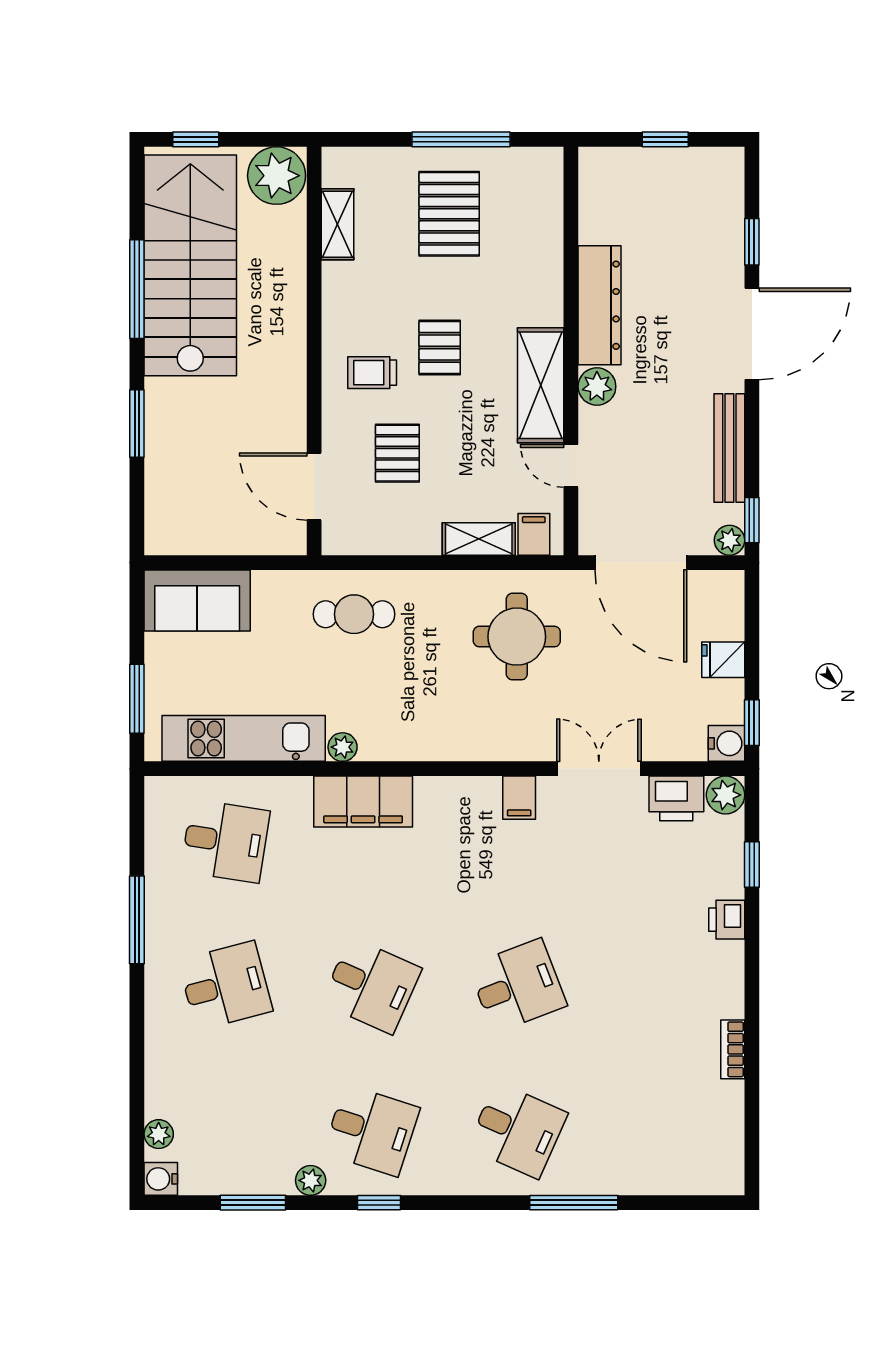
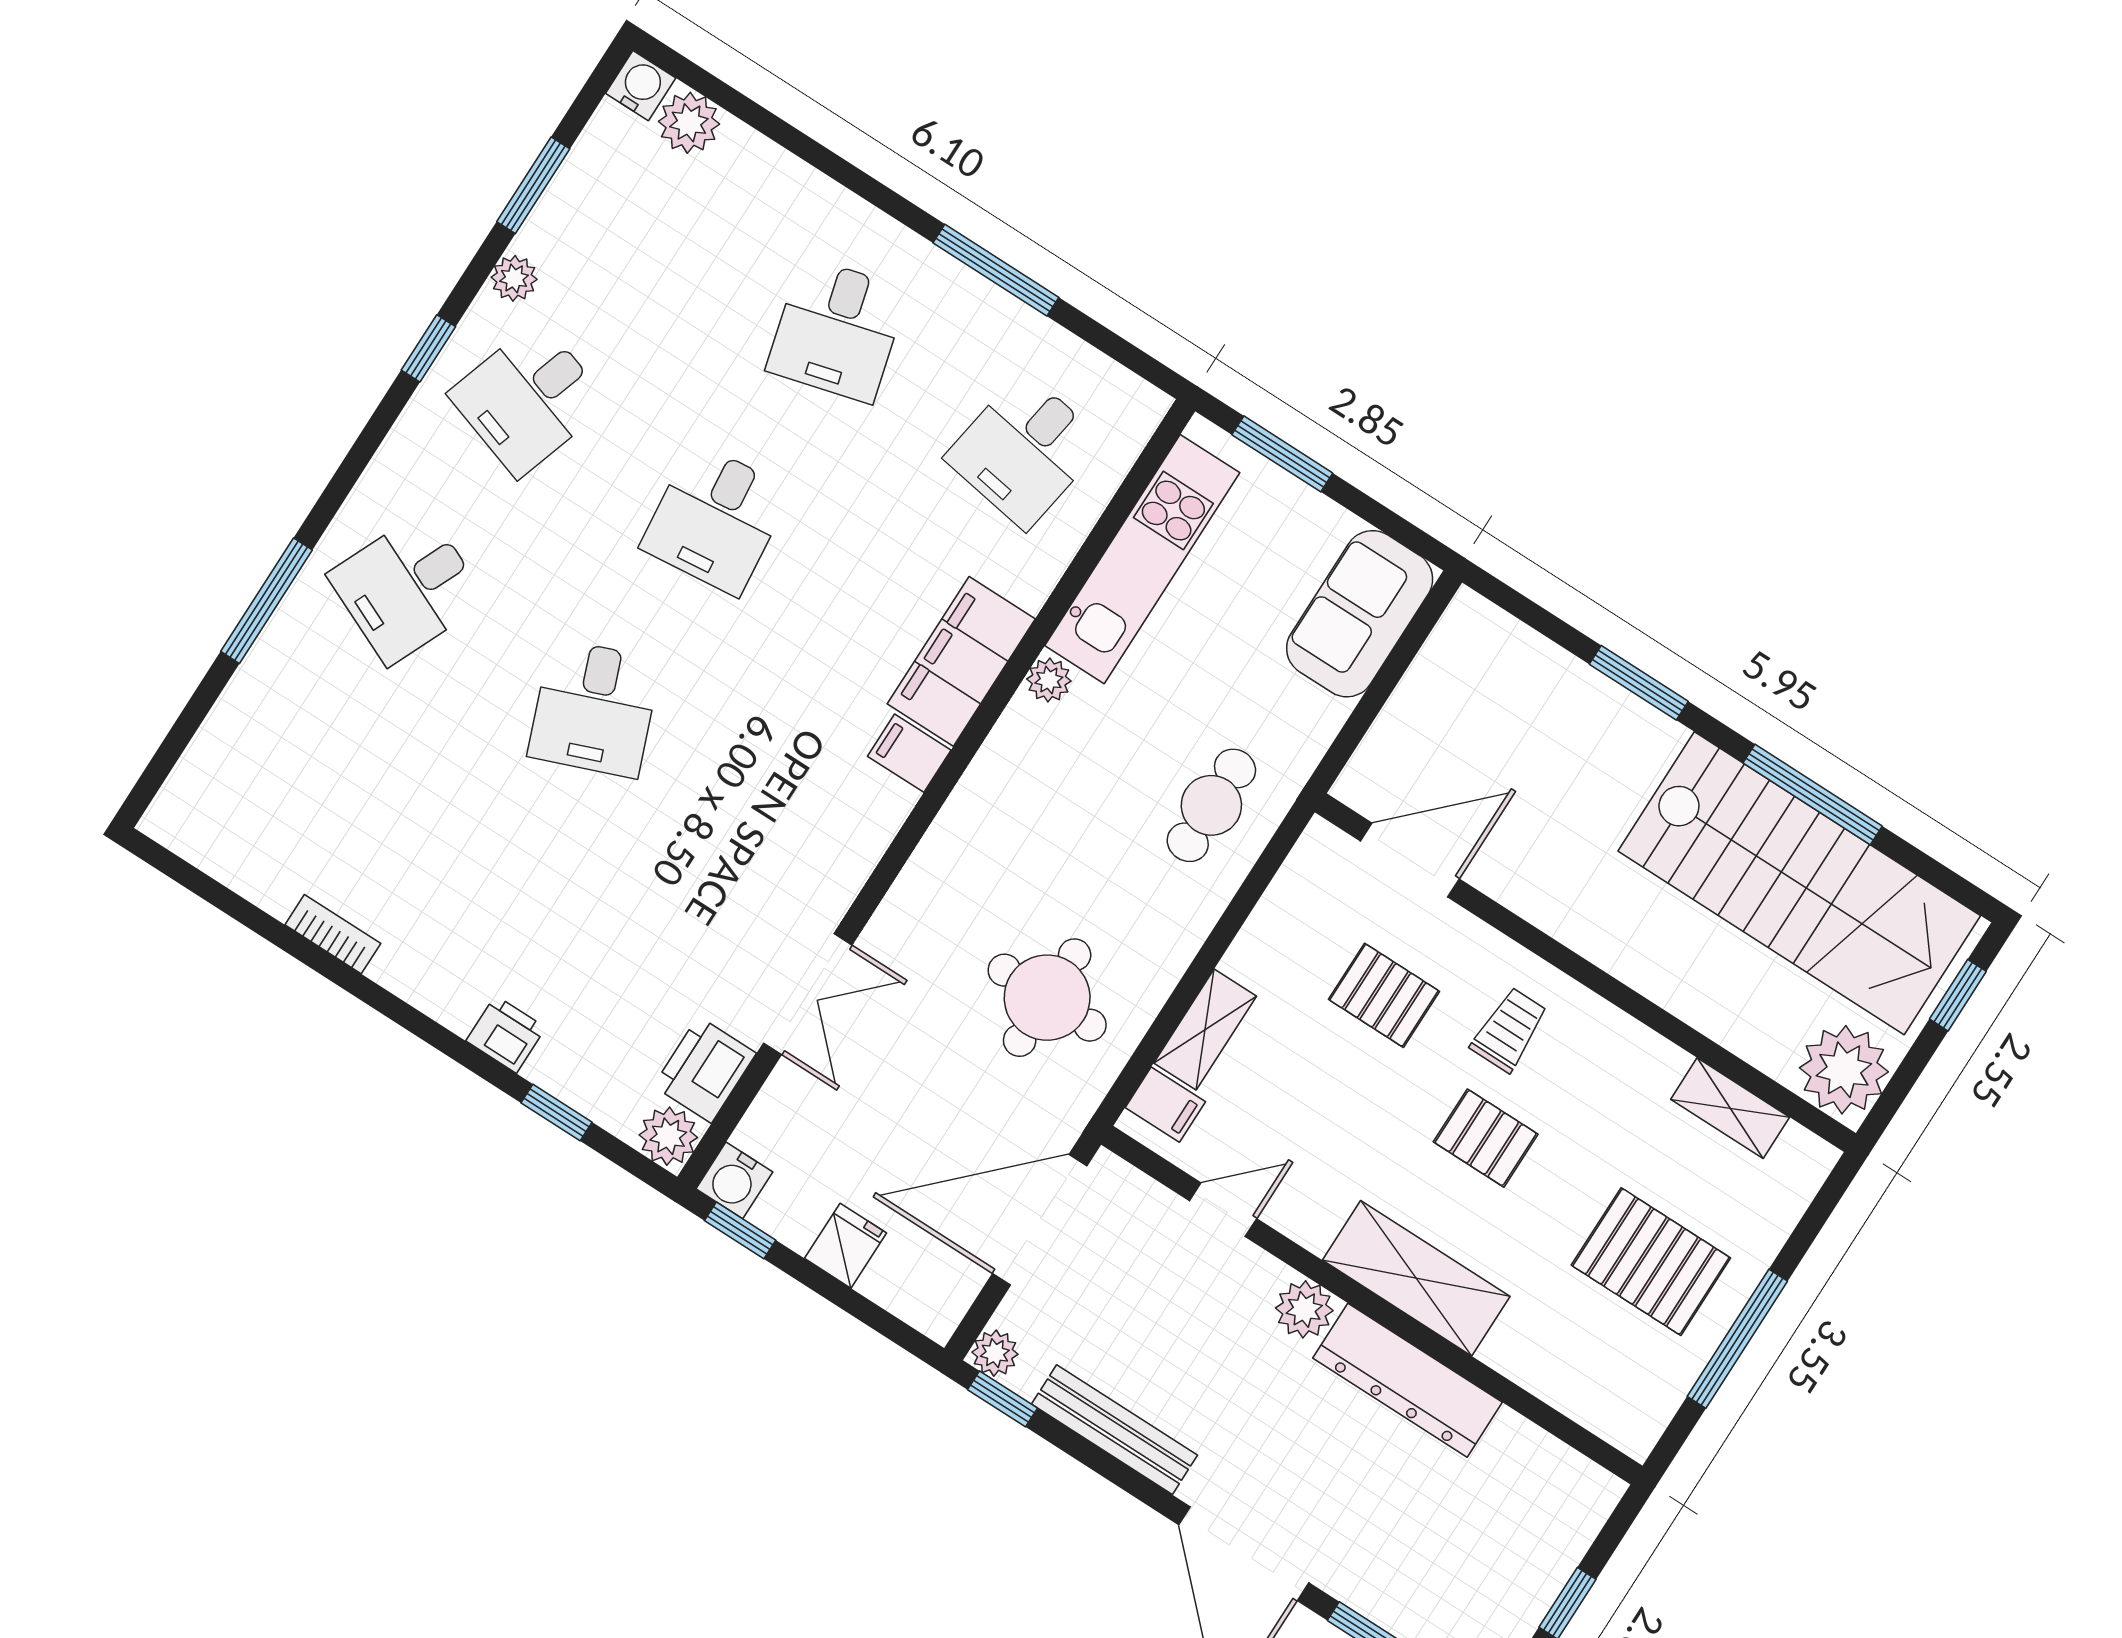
shelving: (541, 385) -> (1416, 1278), moved
filing cabinet: (519, 798) -> (909, 753), moved
desk: (371, 986) -> (716, 519), turned -30
plant: (159, 1134) -> (689, 123), width x1.38, depth x1.38

